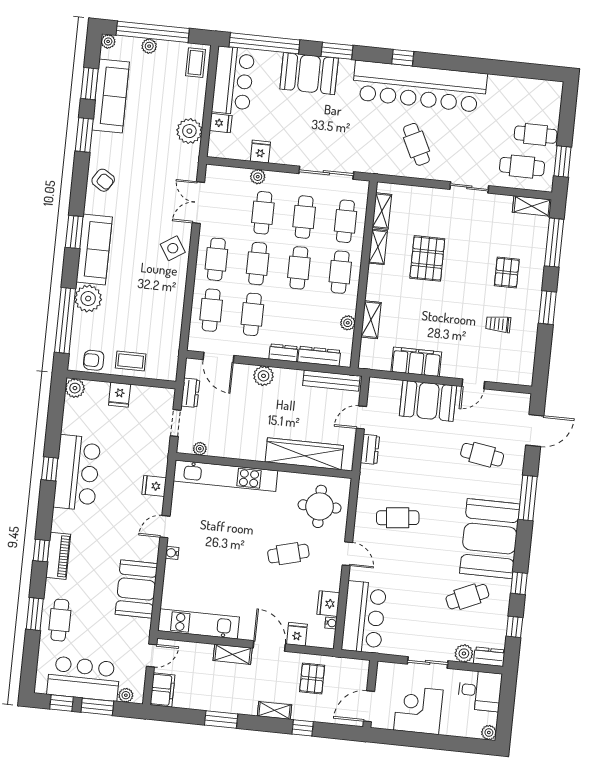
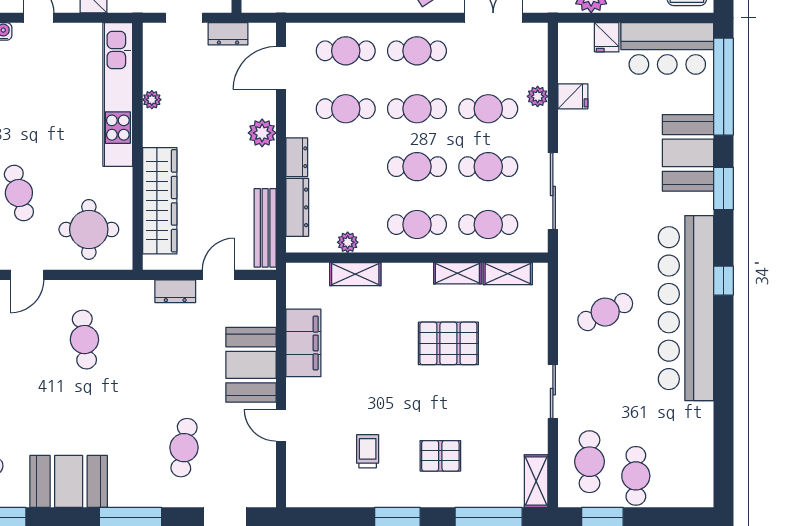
door: (361, 417) -> (218, 275), hinge flipped
plant: (200, 449) -> (152, 100), moved
booth: (490, 539) -> (69, 481), width x0.73, depth x0.70

